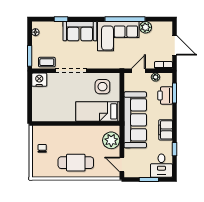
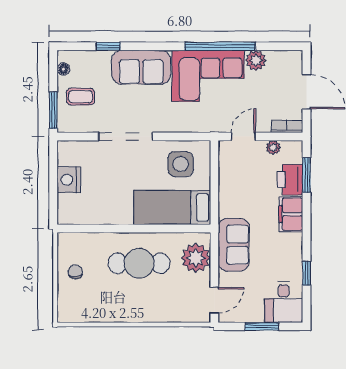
coffee table: (47, 62) -> (81, 97), moved
nightstand: (39, 80) -> (69, 180), moved, turned -90
sofa: (135, 120) -> (234, 245), width x0.54, depth x0.79
filing cabinet: (166, 130) -> (291, 214), moved
cafe table: (76, 163) -> (139, 263), moved
door: (122, 165) -> (214, 300), swing flipped

